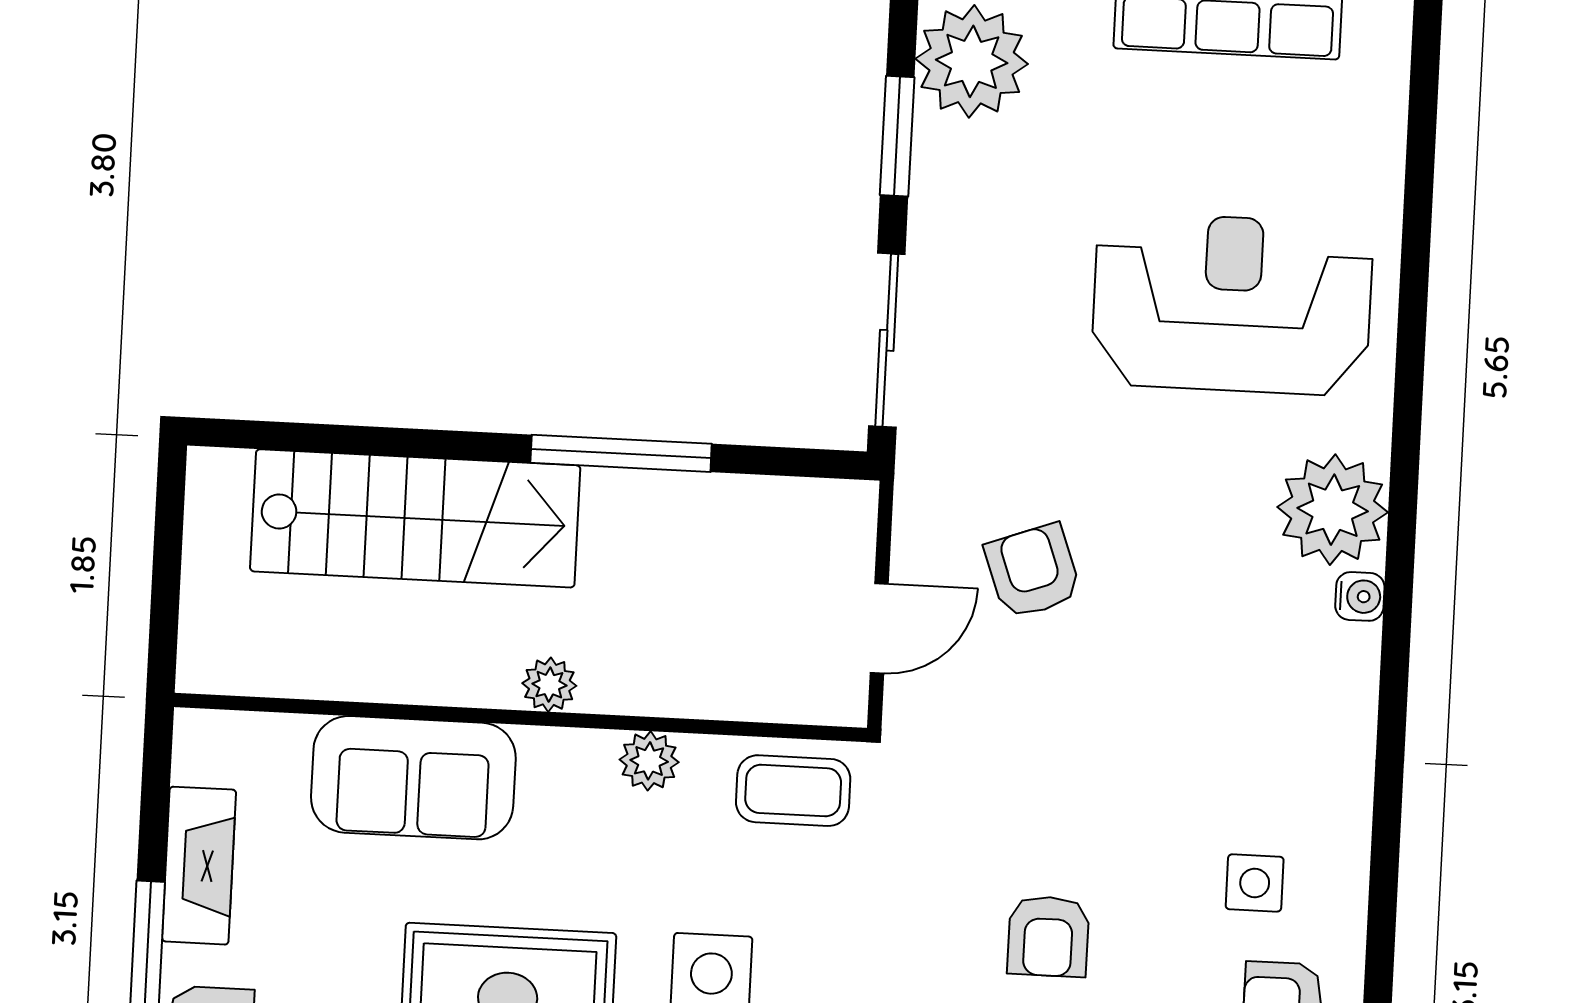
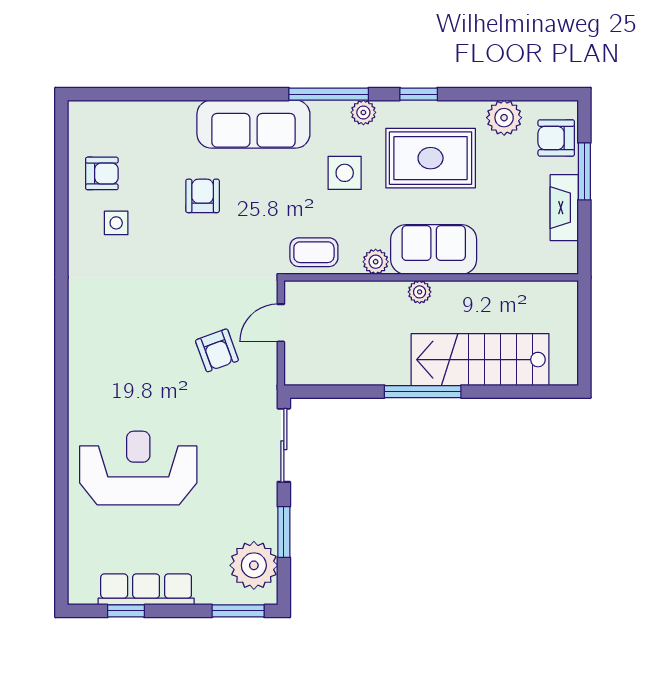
reception desk: (1232, 304) -> (138, 468), turned 180
window: (621, 453) -> (423, 392), moved
plant: (1333, 510) -> (91, 383), removed
water cooler: (1360, 596) -> (78, 347), removed
sofa: (413, 778) -> (434, 250), moved

